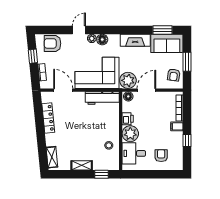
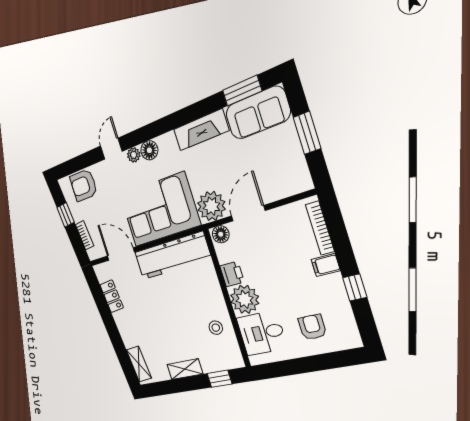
armchair: (174, 75) -> (289, 168), removed
workbench: (102, 98) -> (172, 256), width x1.36, depth x1.32
locker: (48, 118) -> (112, 296), width x0.66

